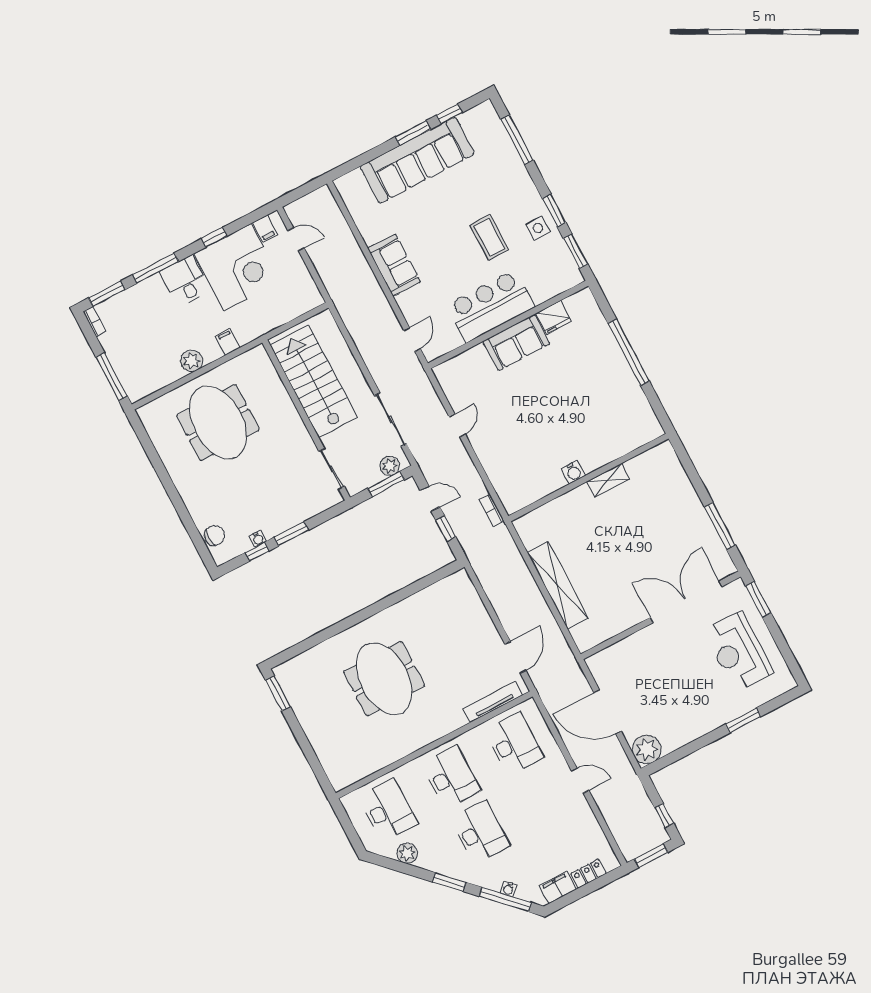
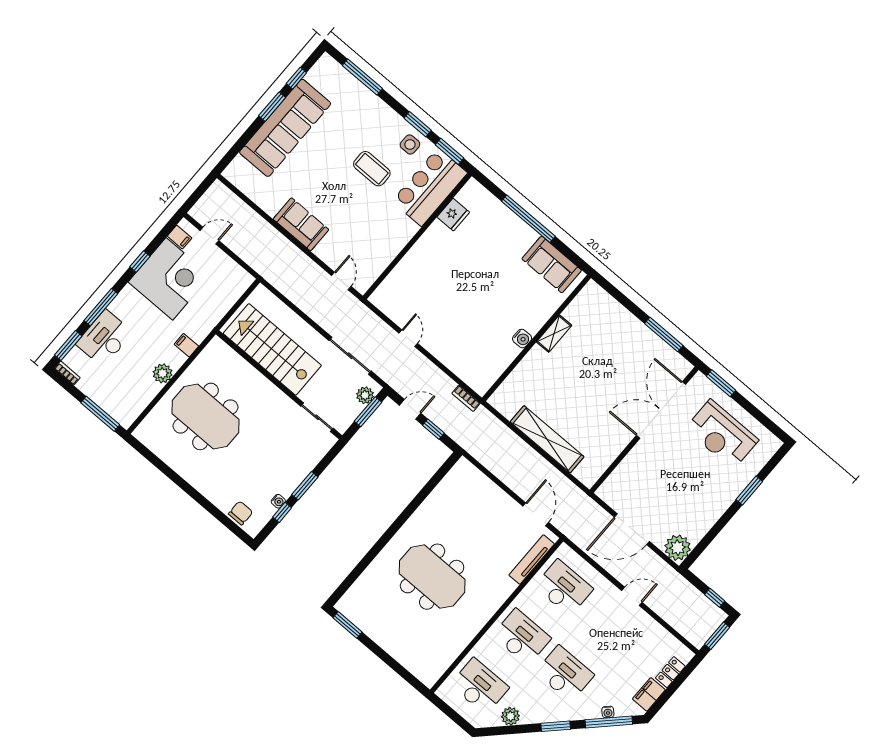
desk: (185, 281) -> (104, 338), moved, width x1.37
bar counter: (491, 306) -> (430, 187), moved
sofa: (516, 343) -> (552, 264), moved, turned 90

